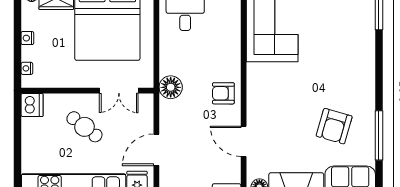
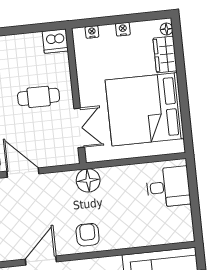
double door: (119, 91) -> (79, 128), swing flipped
cafe table: (84, 127) -> (39, 97), turned 52

